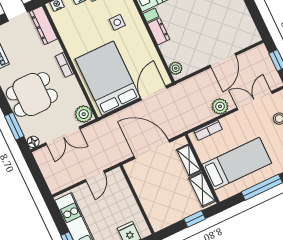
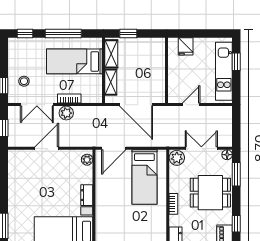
side table: (117, 22) -> (116, 218), removed
bed: (108, 78) -> (144, 177), width x0.67
bookcase: (208, 130) -> (69, 99), moved

